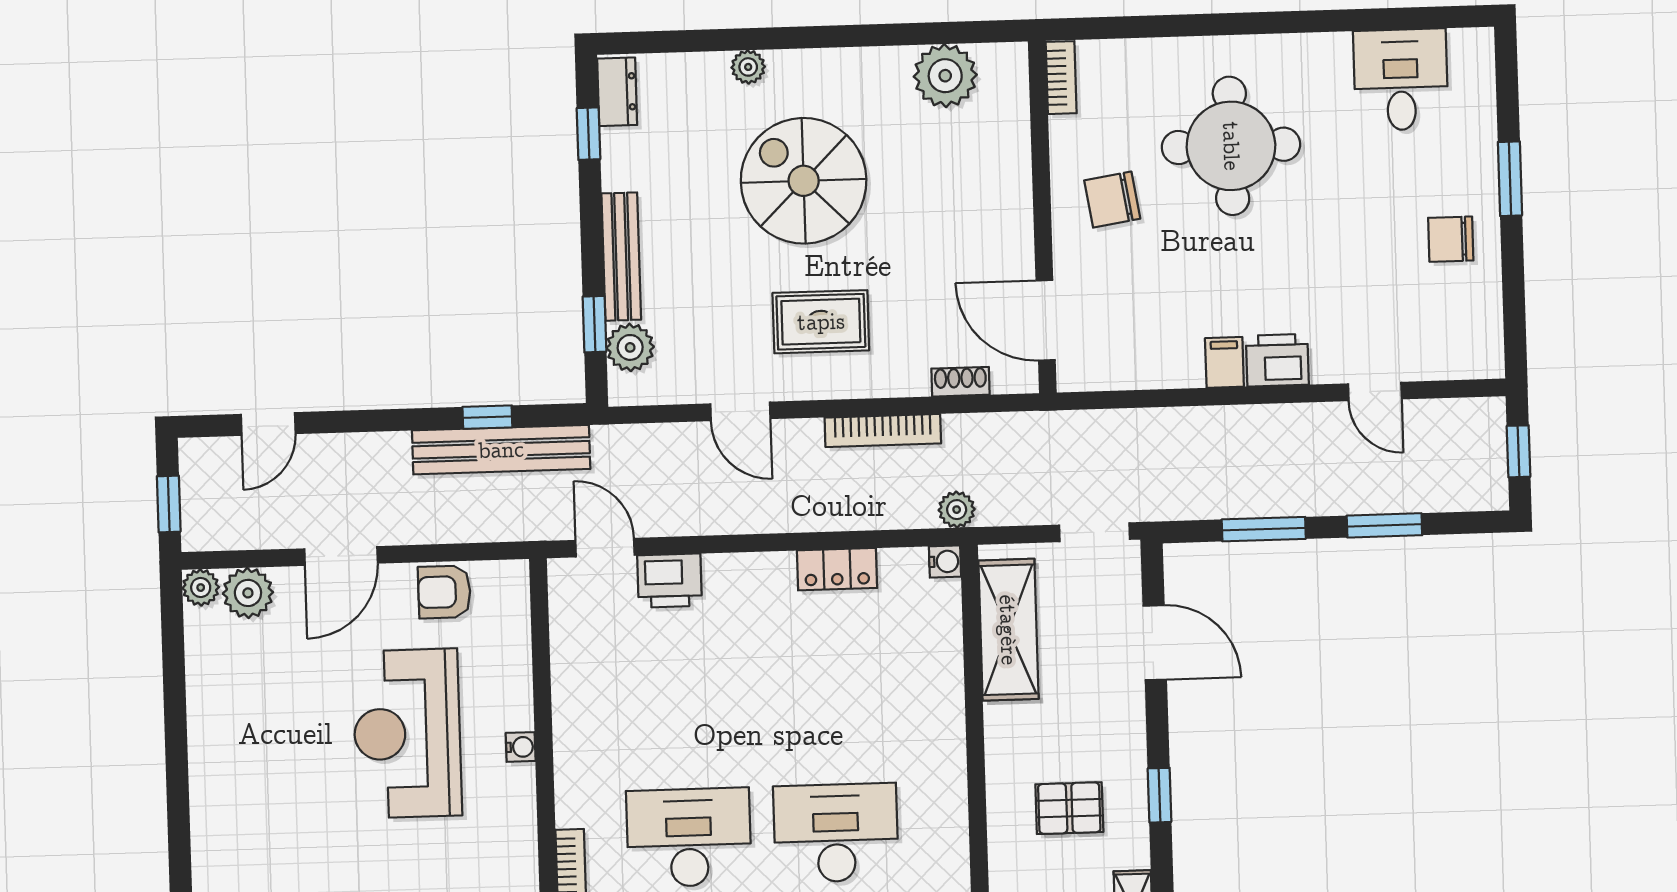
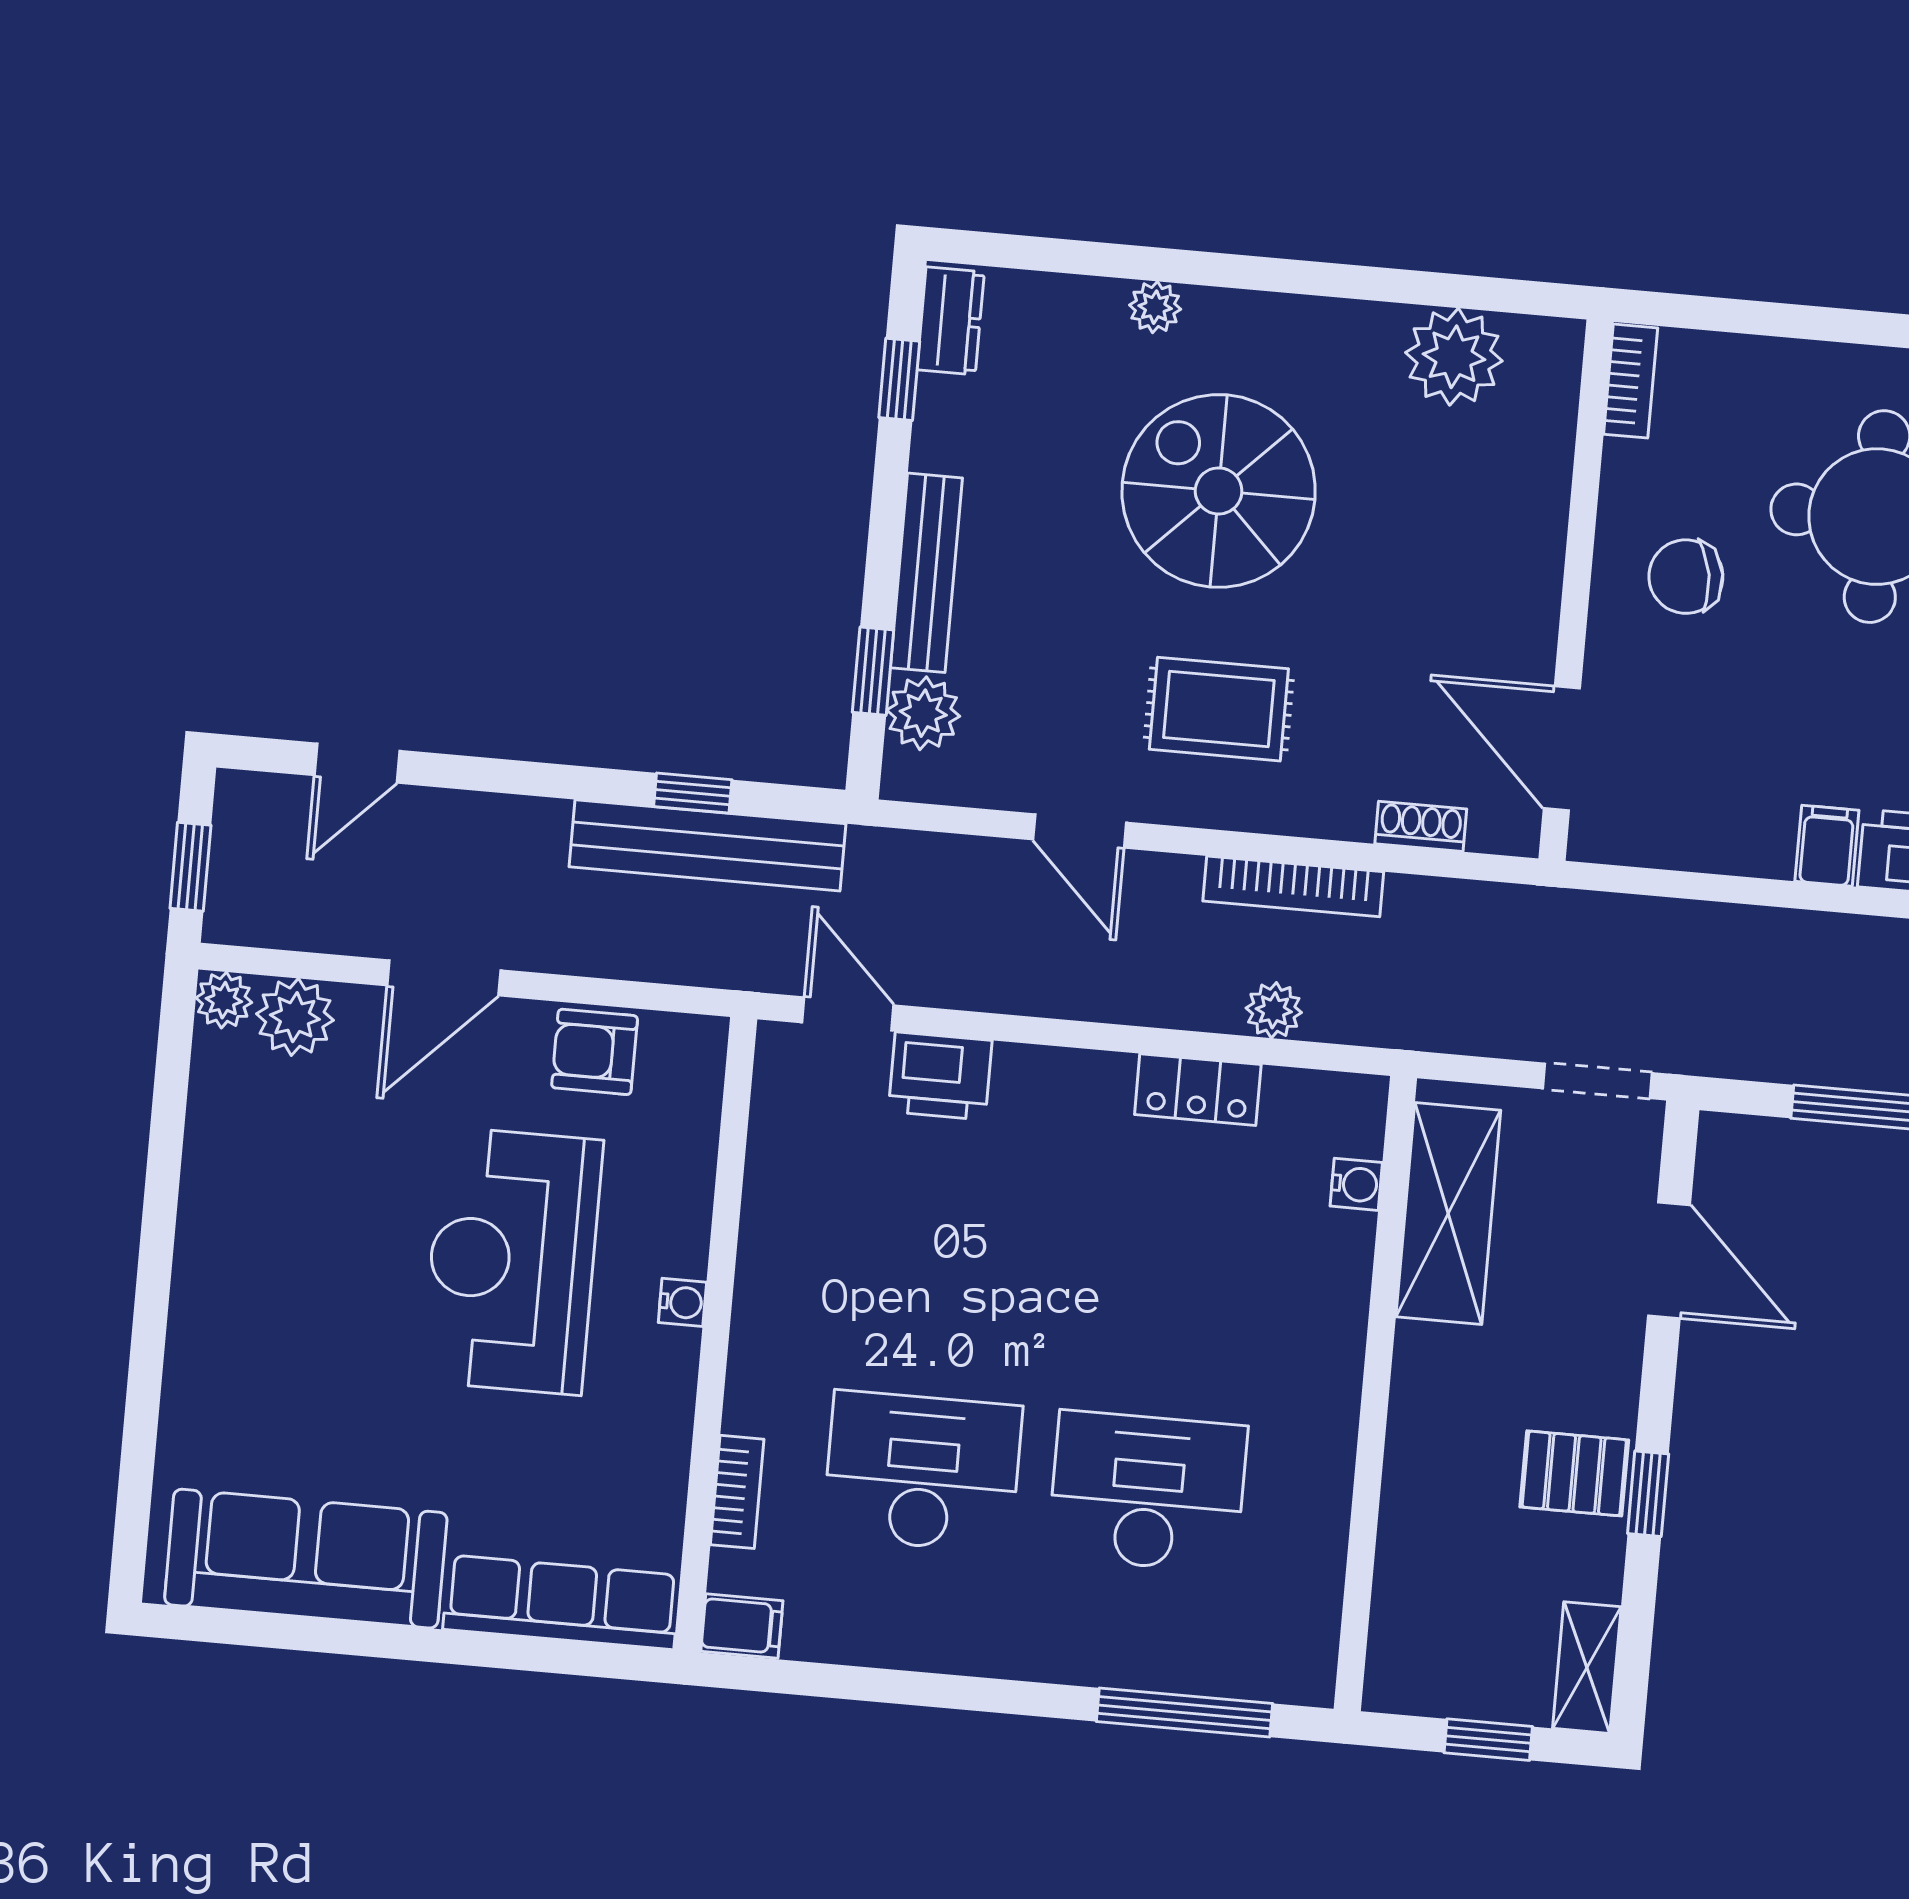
plant: (957, 510) -> (1274, 1010), moved
water cooler: (945, 561) -> (1356, 1184), moved
pallet: (1069, 808) -> (1574, 1473), moved

